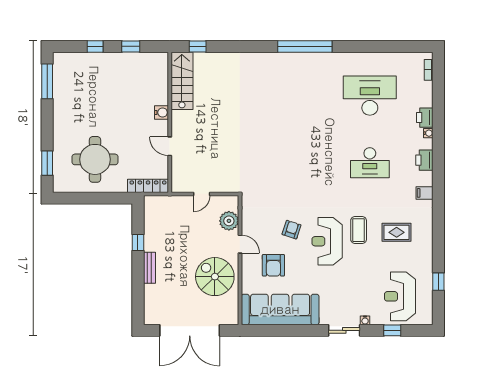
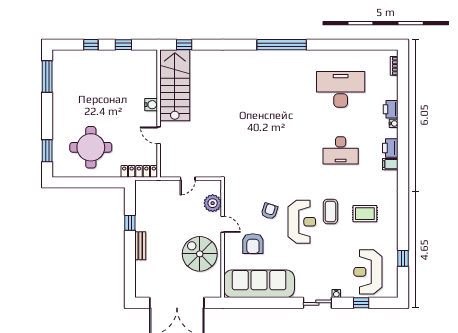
stairs: (182, 81) -> (175, 85), width x1.36, depth x1.51
filing cabinet: (424, 193) -> (390, 164), moved
reception desk: (327, 241) -> (302, 222), turned 180

